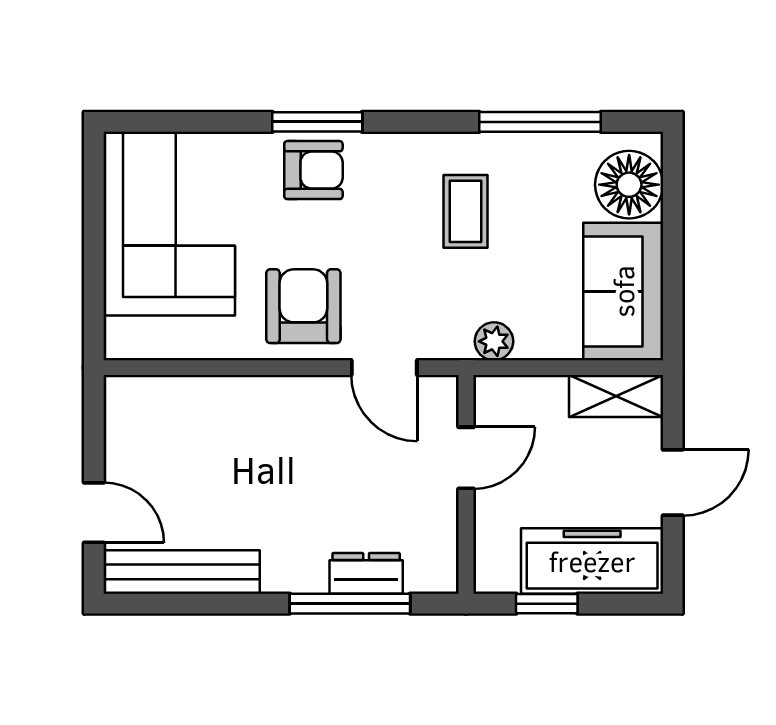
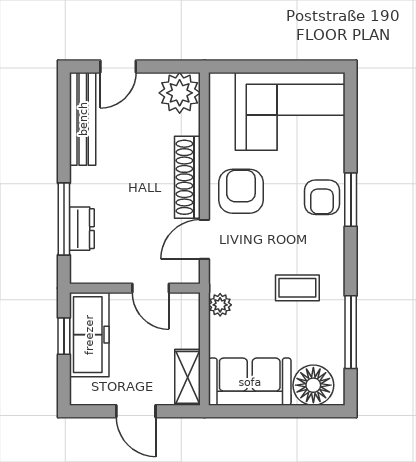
armchair: (303, 306) -> (241, 191), turned -90
shoe rack: (280, 396) -> (187, 177), added
plant: (138, 409) -> (180, 93), added
freezer: (592, 561) -> (89, 335), moved

